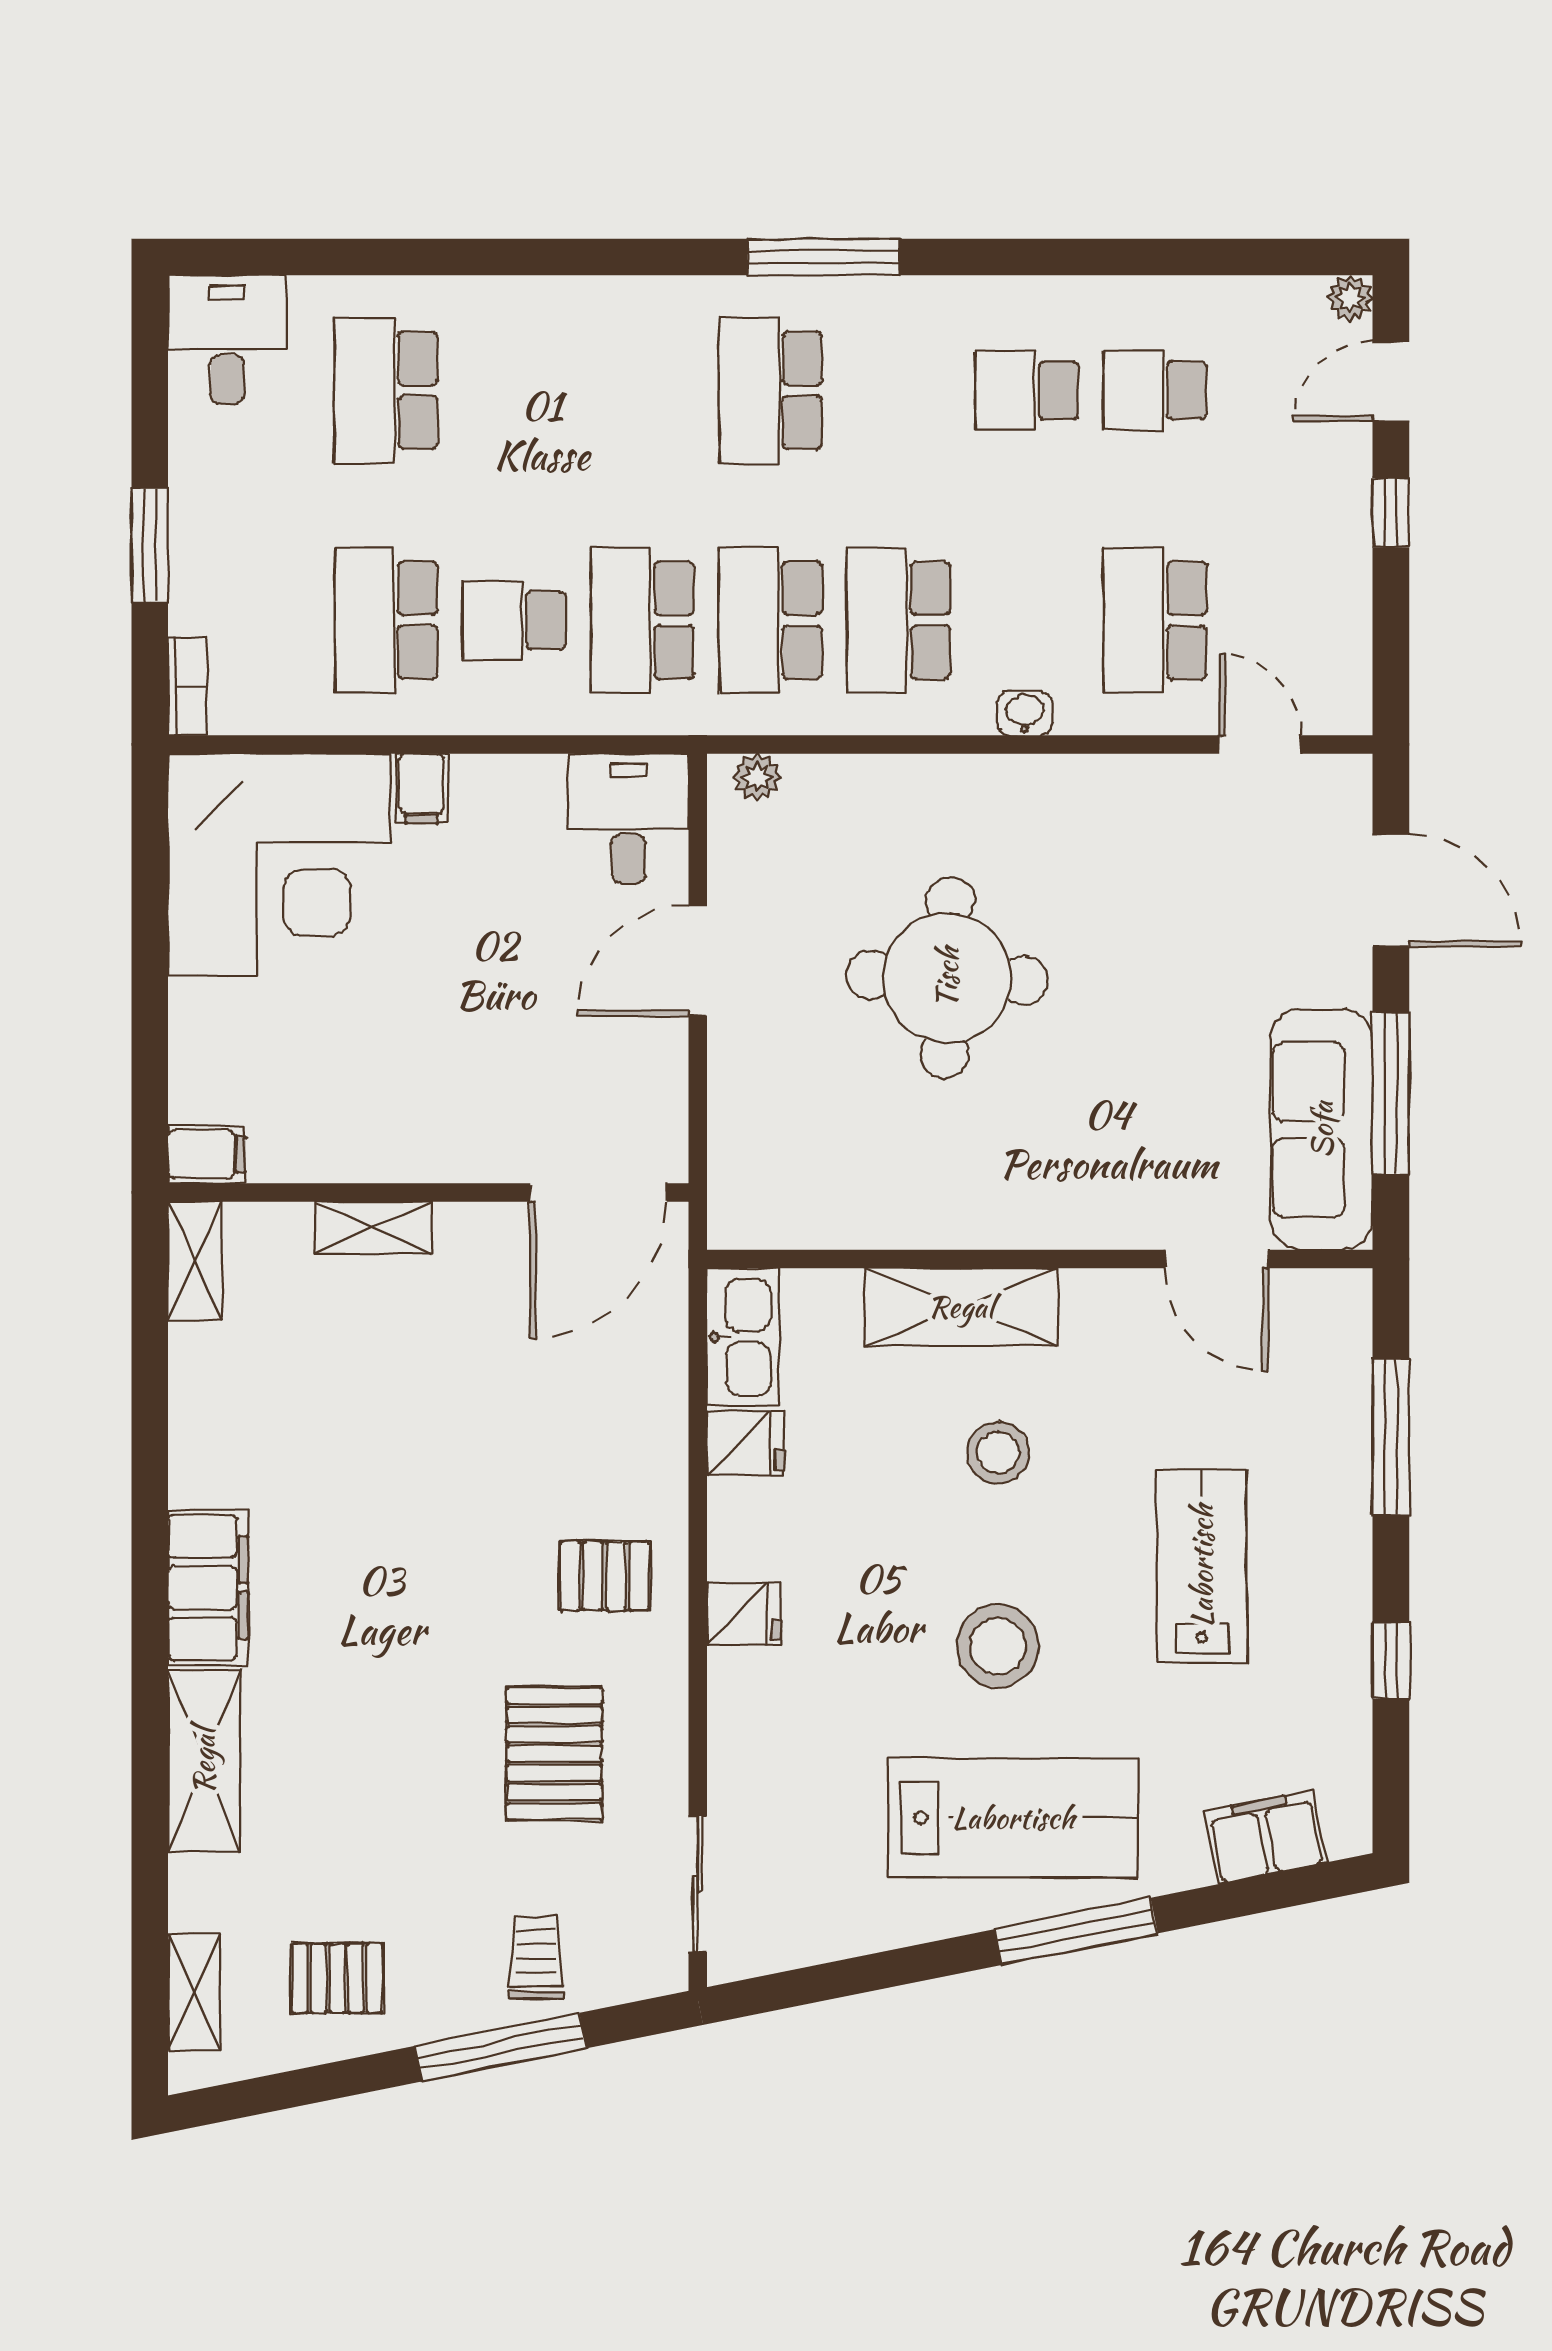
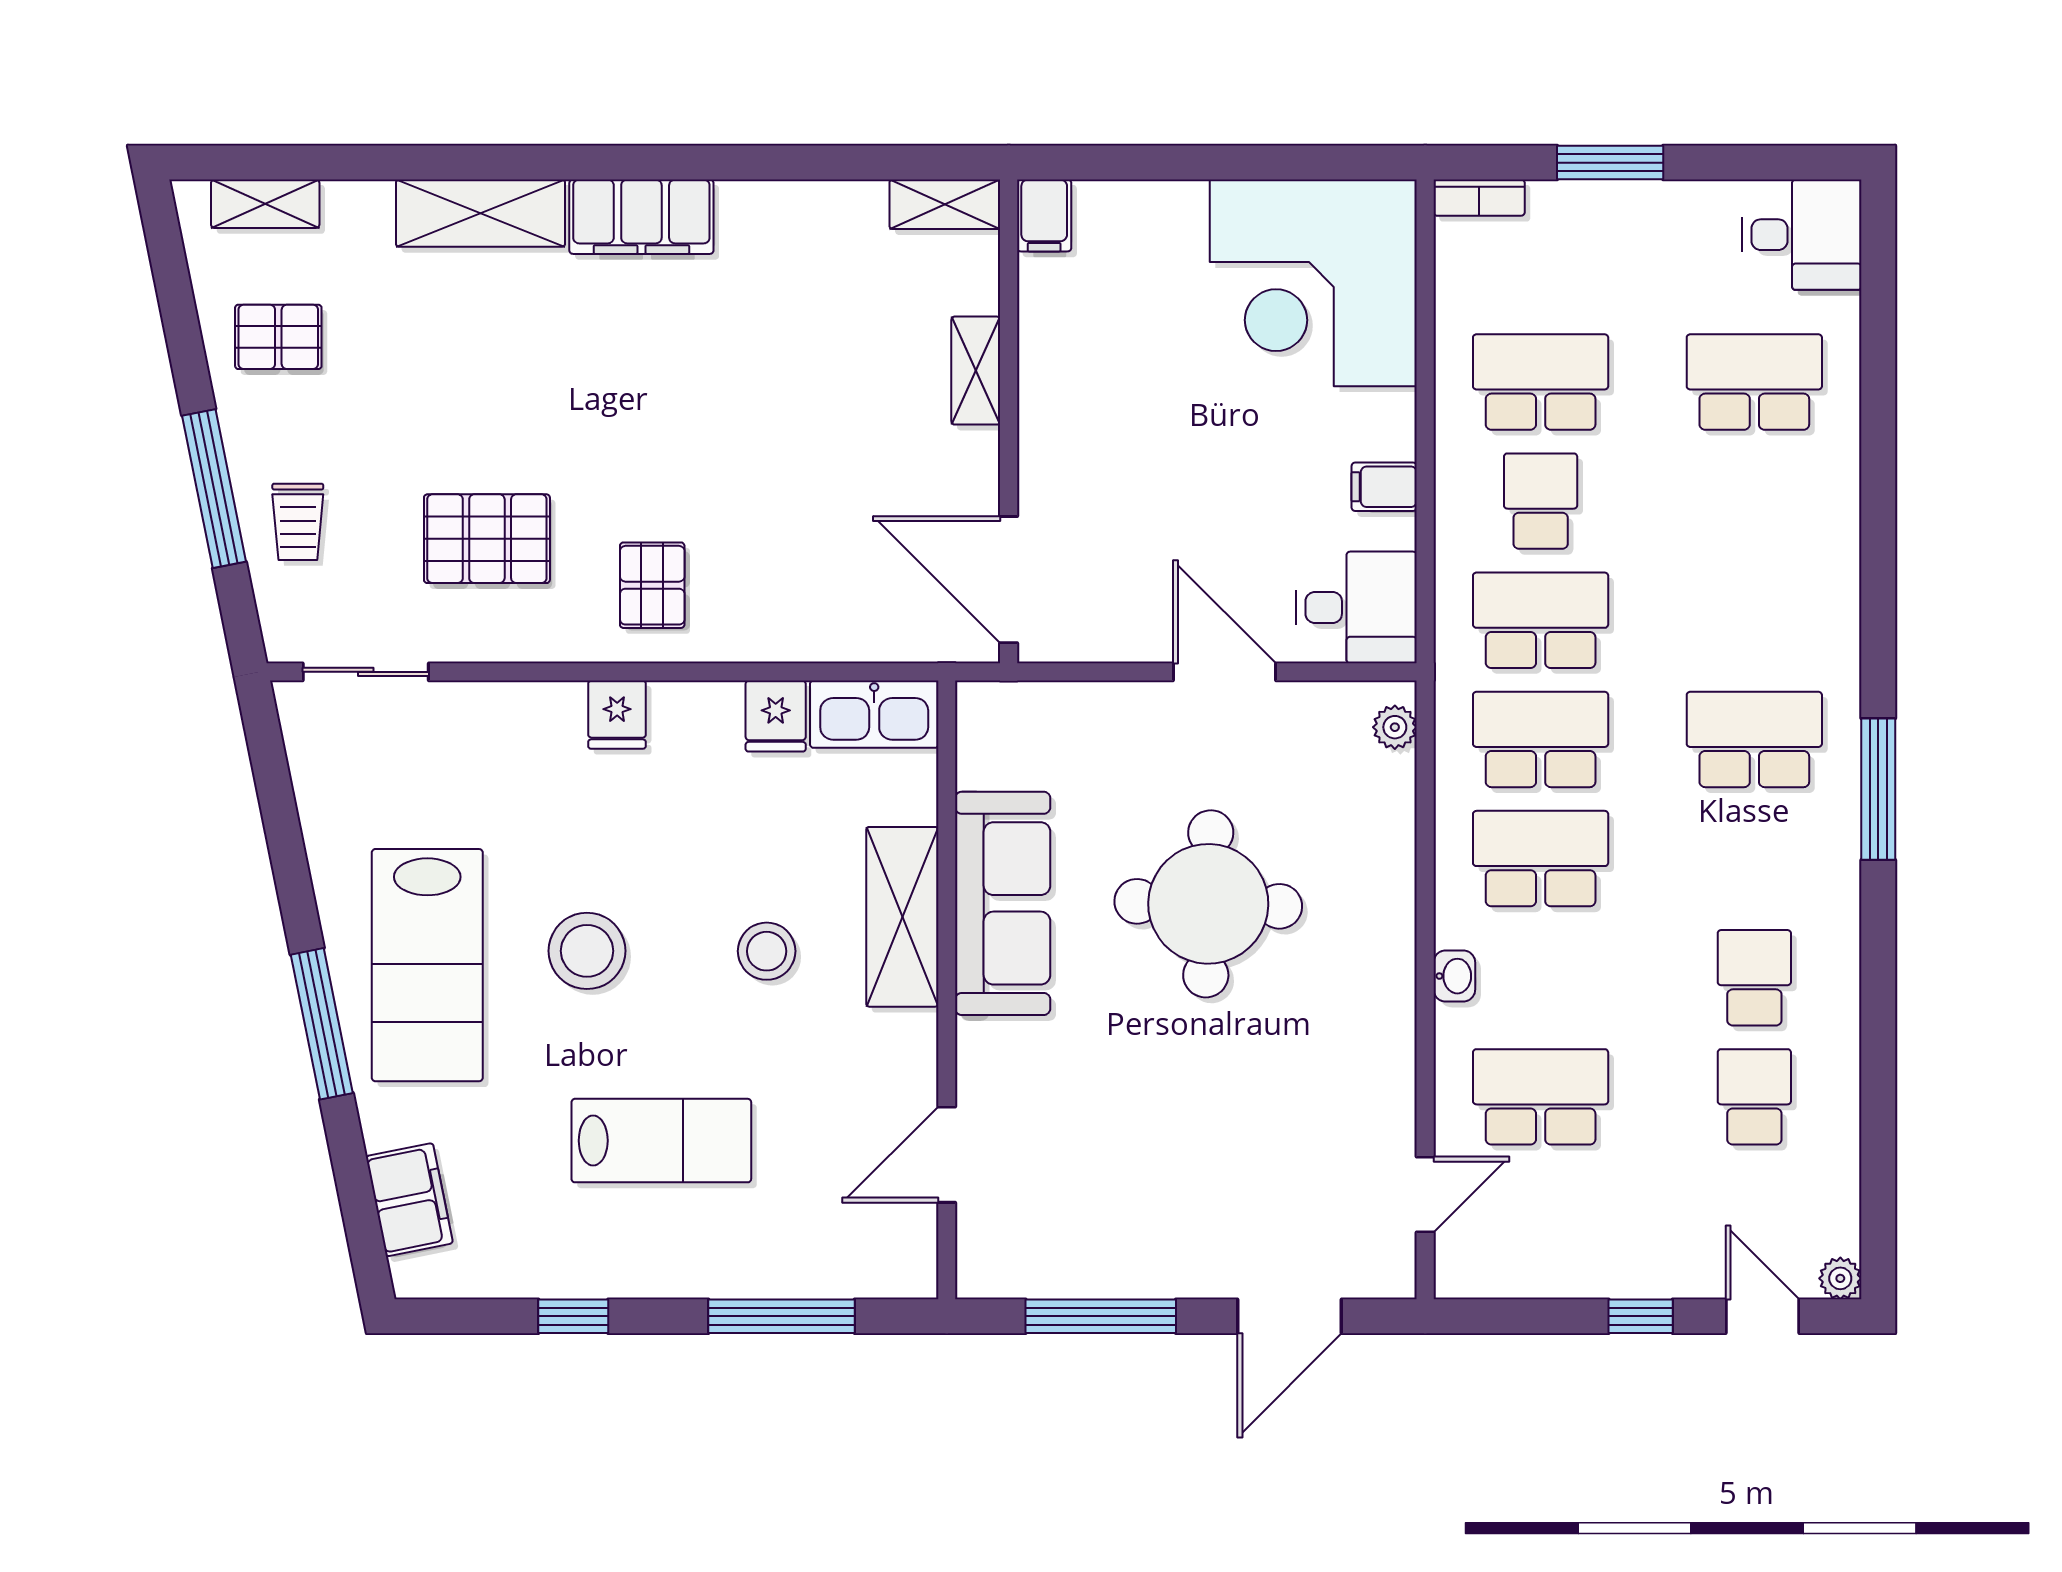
filing cabinet: (422, 788) -> (1384, 487), moved
sofa: (1322, 1130) -> (1003, 903), moved, turned 90
trolley: (536, 1957) -> (298, 522), turned 90
pallet: (337, 1978) -> (278, 337), turned 90

